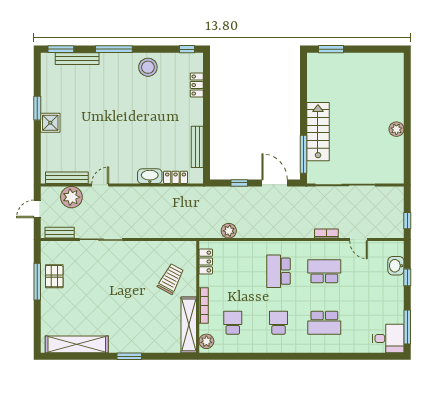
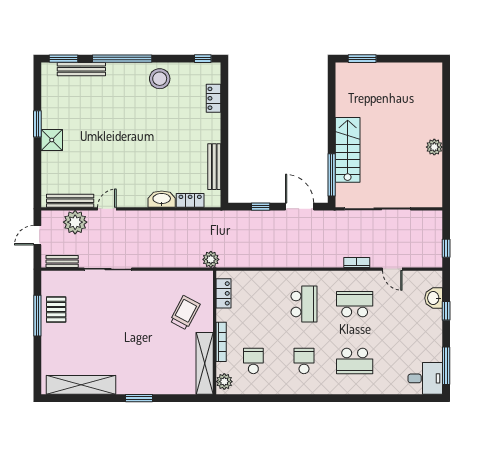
window: (114, 49) -> (122, 59), width x1.46
plant: (229, 231) -> (211, 259), moved
school desk: (279, 271) -> (304, 304), turned 180

